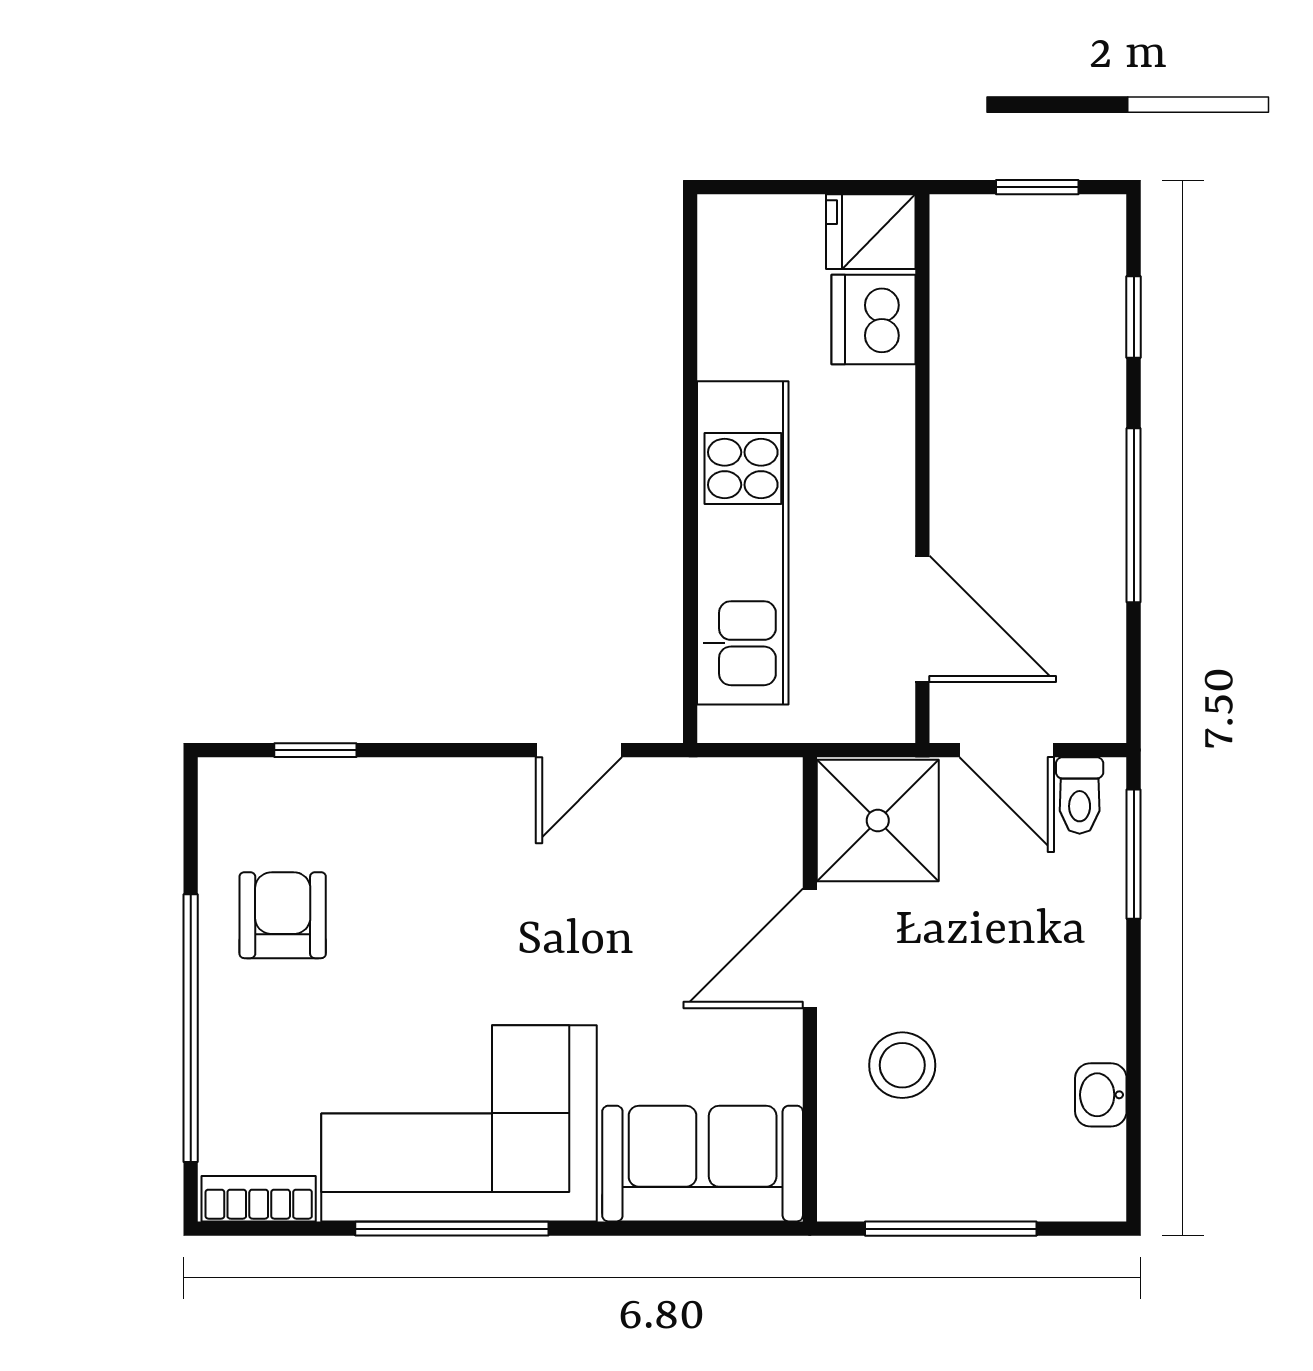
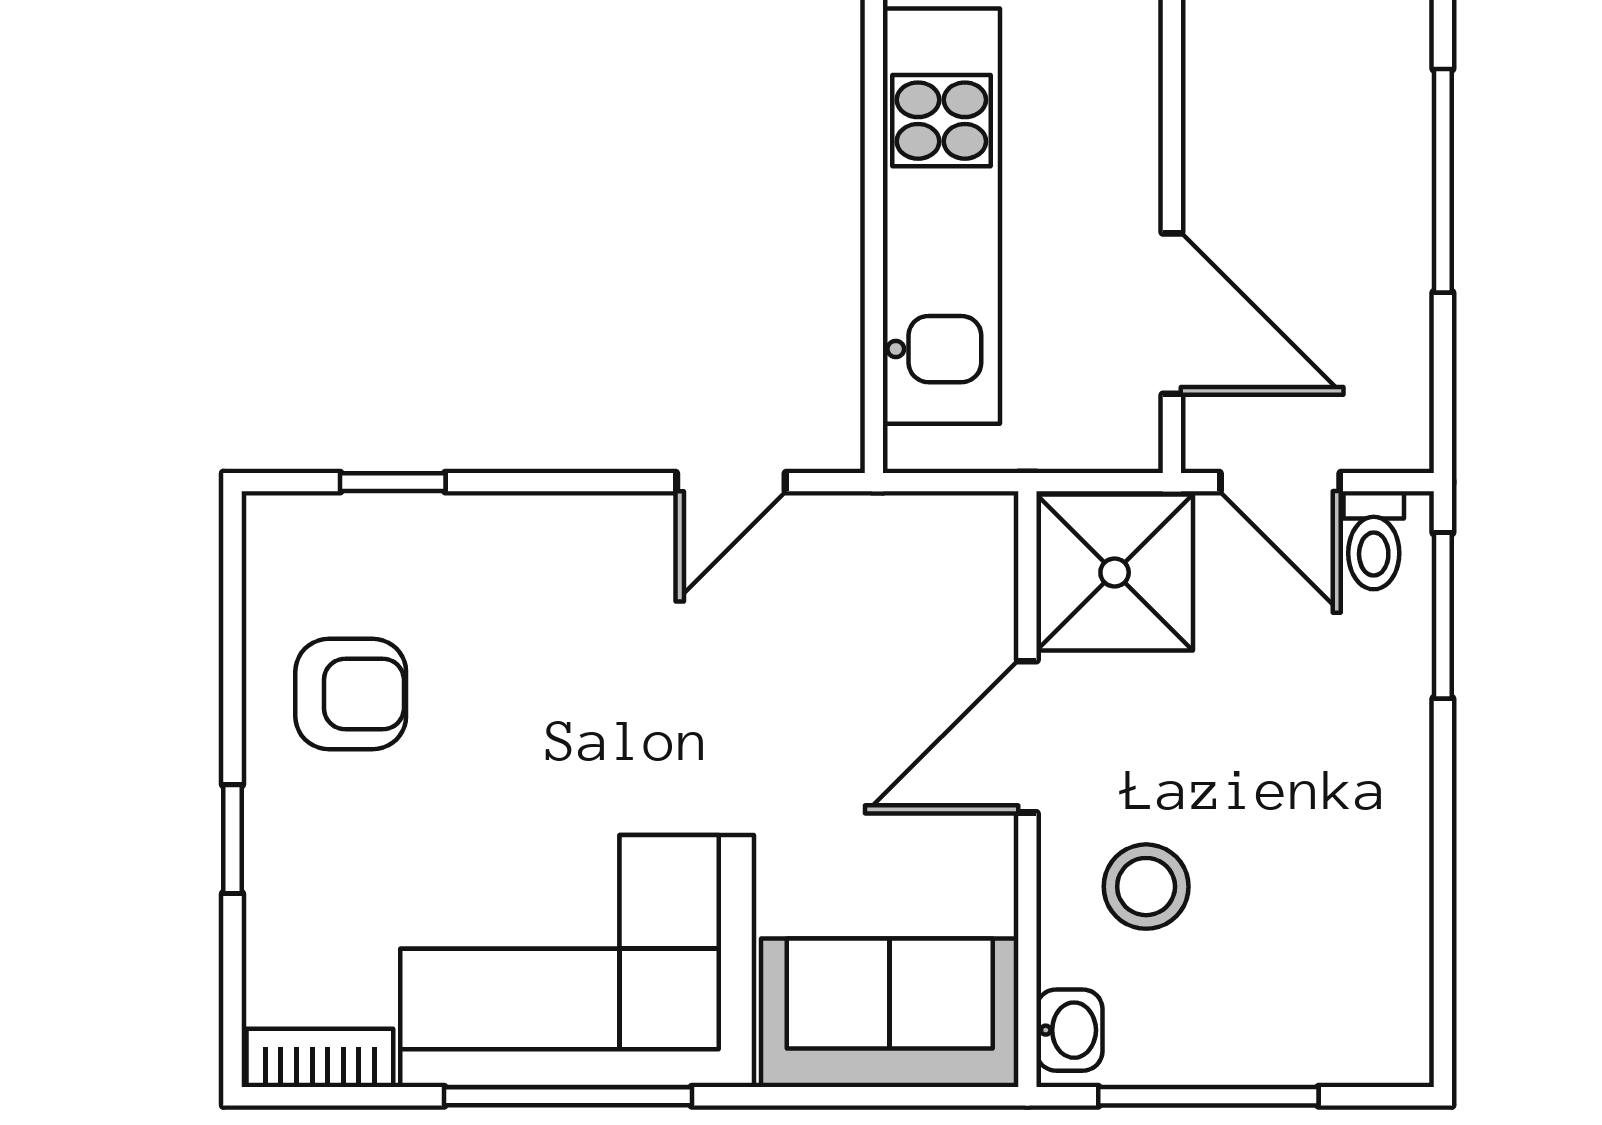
armchair: (283, 915) -> (351, 694), turned 90
window: (191, 1028) -> (233, 839), width x0.32
washbasin: (1101, 1095) -> (1069, 1030), moved, turned 180

